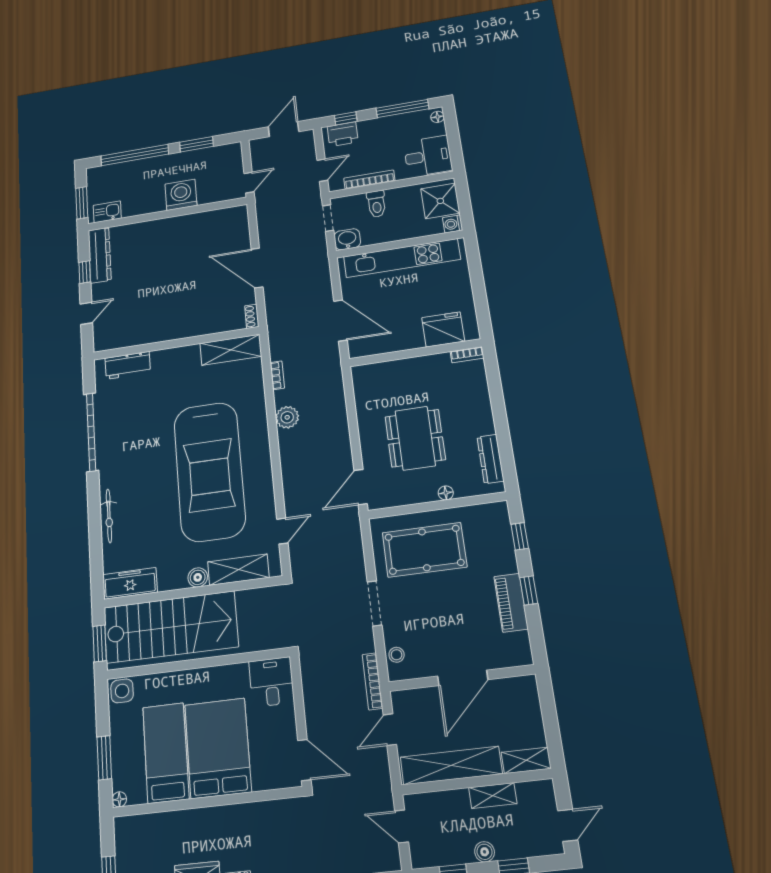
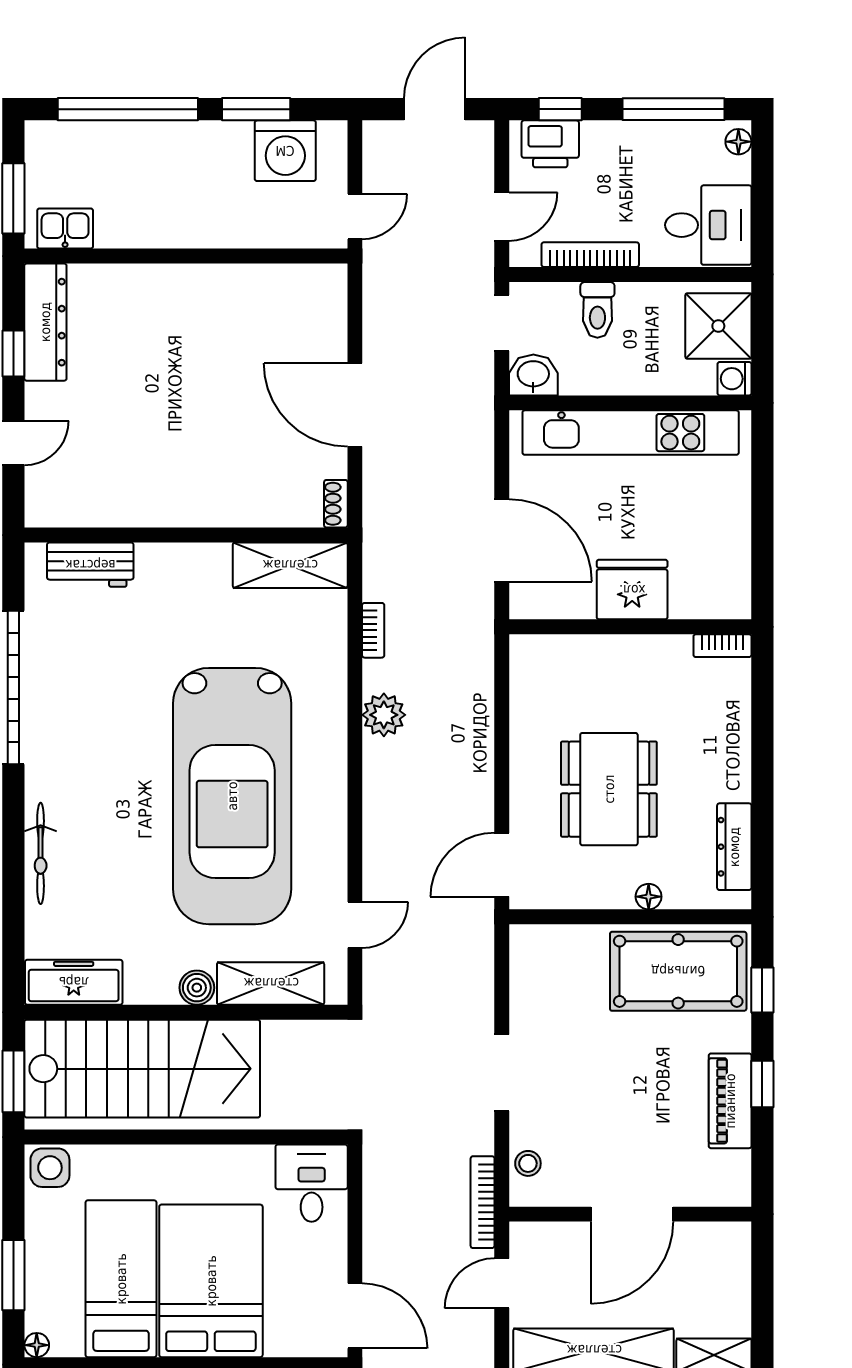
washing machine: (181, 195) -> (285, 151), moved, turned 180
fridge: (443, 329) -> (632, 590), moved
pool table: (424, 550) -> (678, 971), moved

